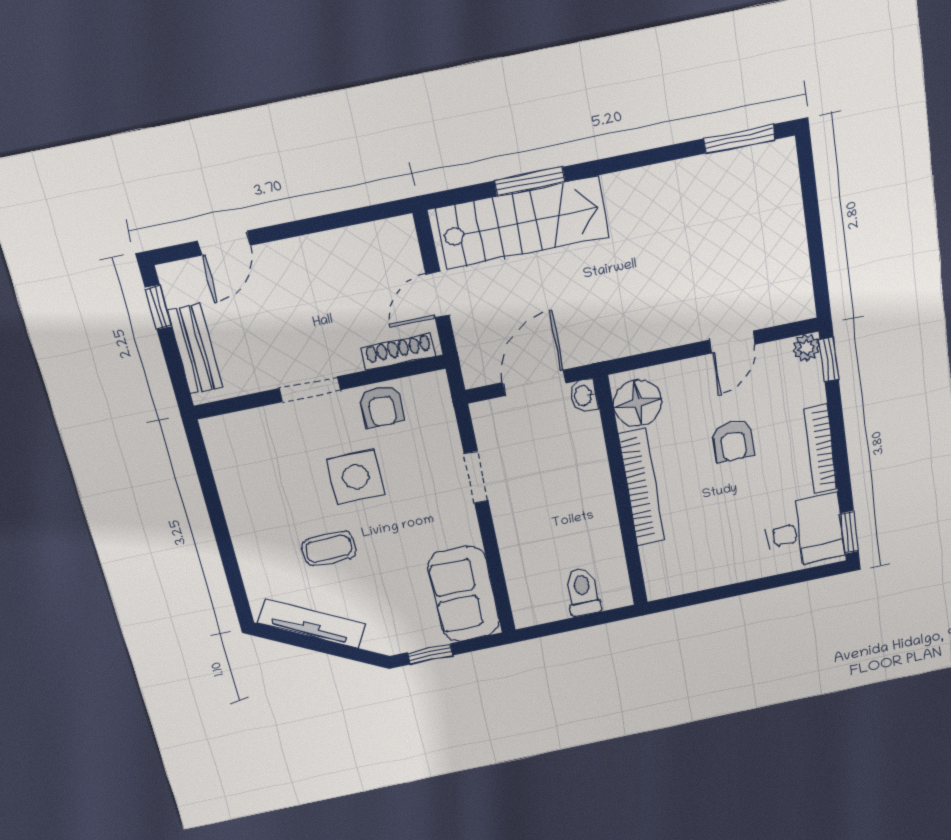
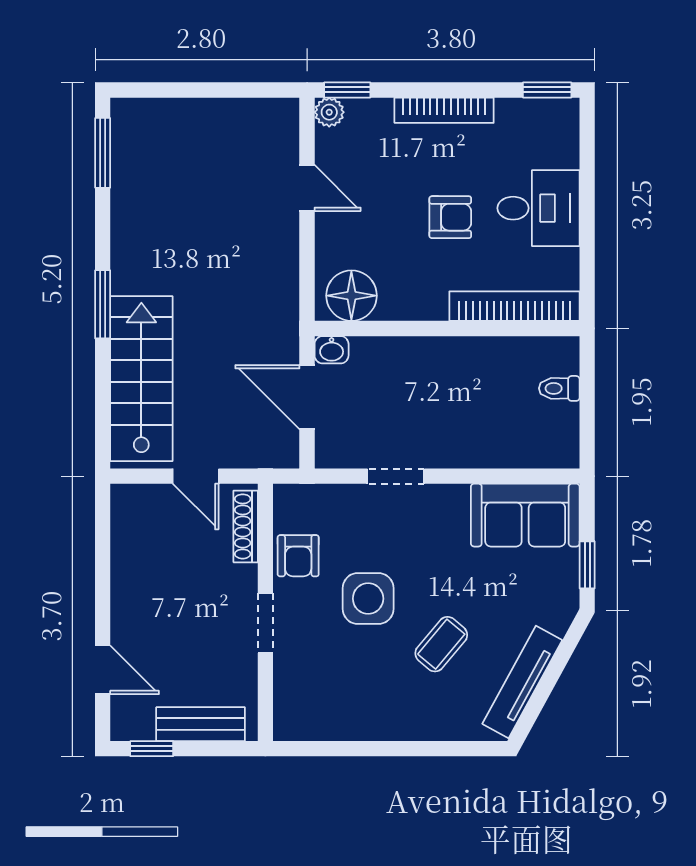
window: (530, 181) -> (103, 304), moved
armchair: (382, 406) -> (298, 556), turned 90
armchair: (733, 441) -> (450, 217), moved
bookcase: (642, 487) -> (514, 306), moved
desk: (805, 531) -> (538, 208), moved, turned 90
coffee table: (329, 549) -> (441, 644), turned 40
toilet: (583, 592) -> (559, 388), width x0.73, depth x0.72

